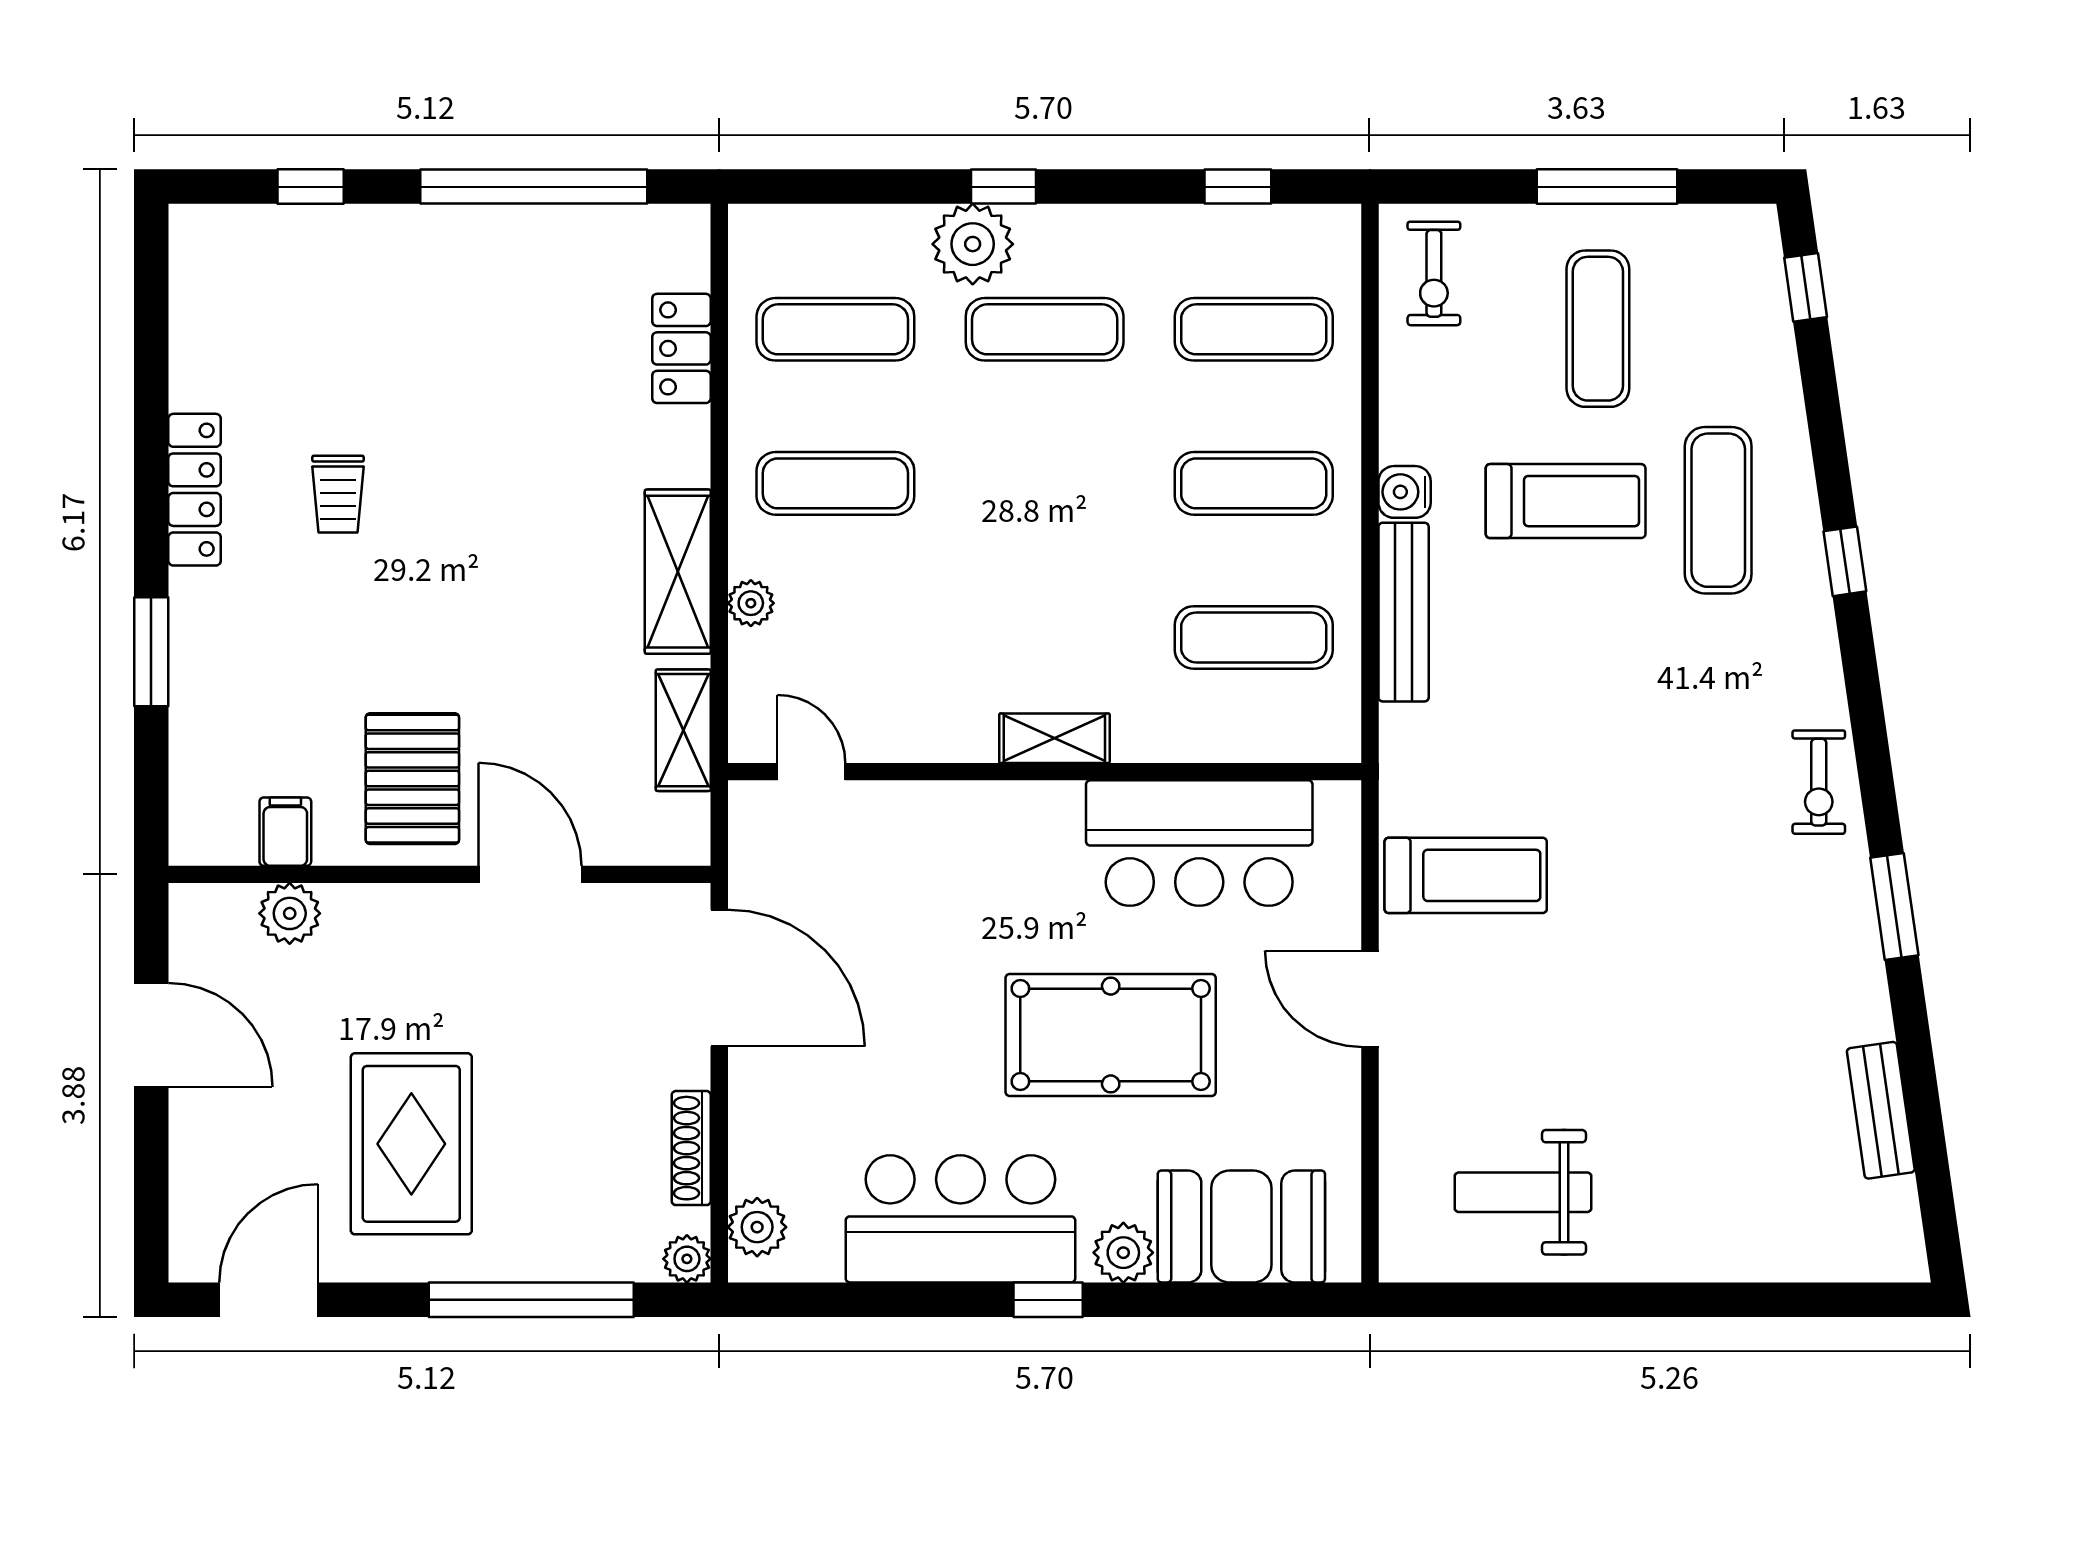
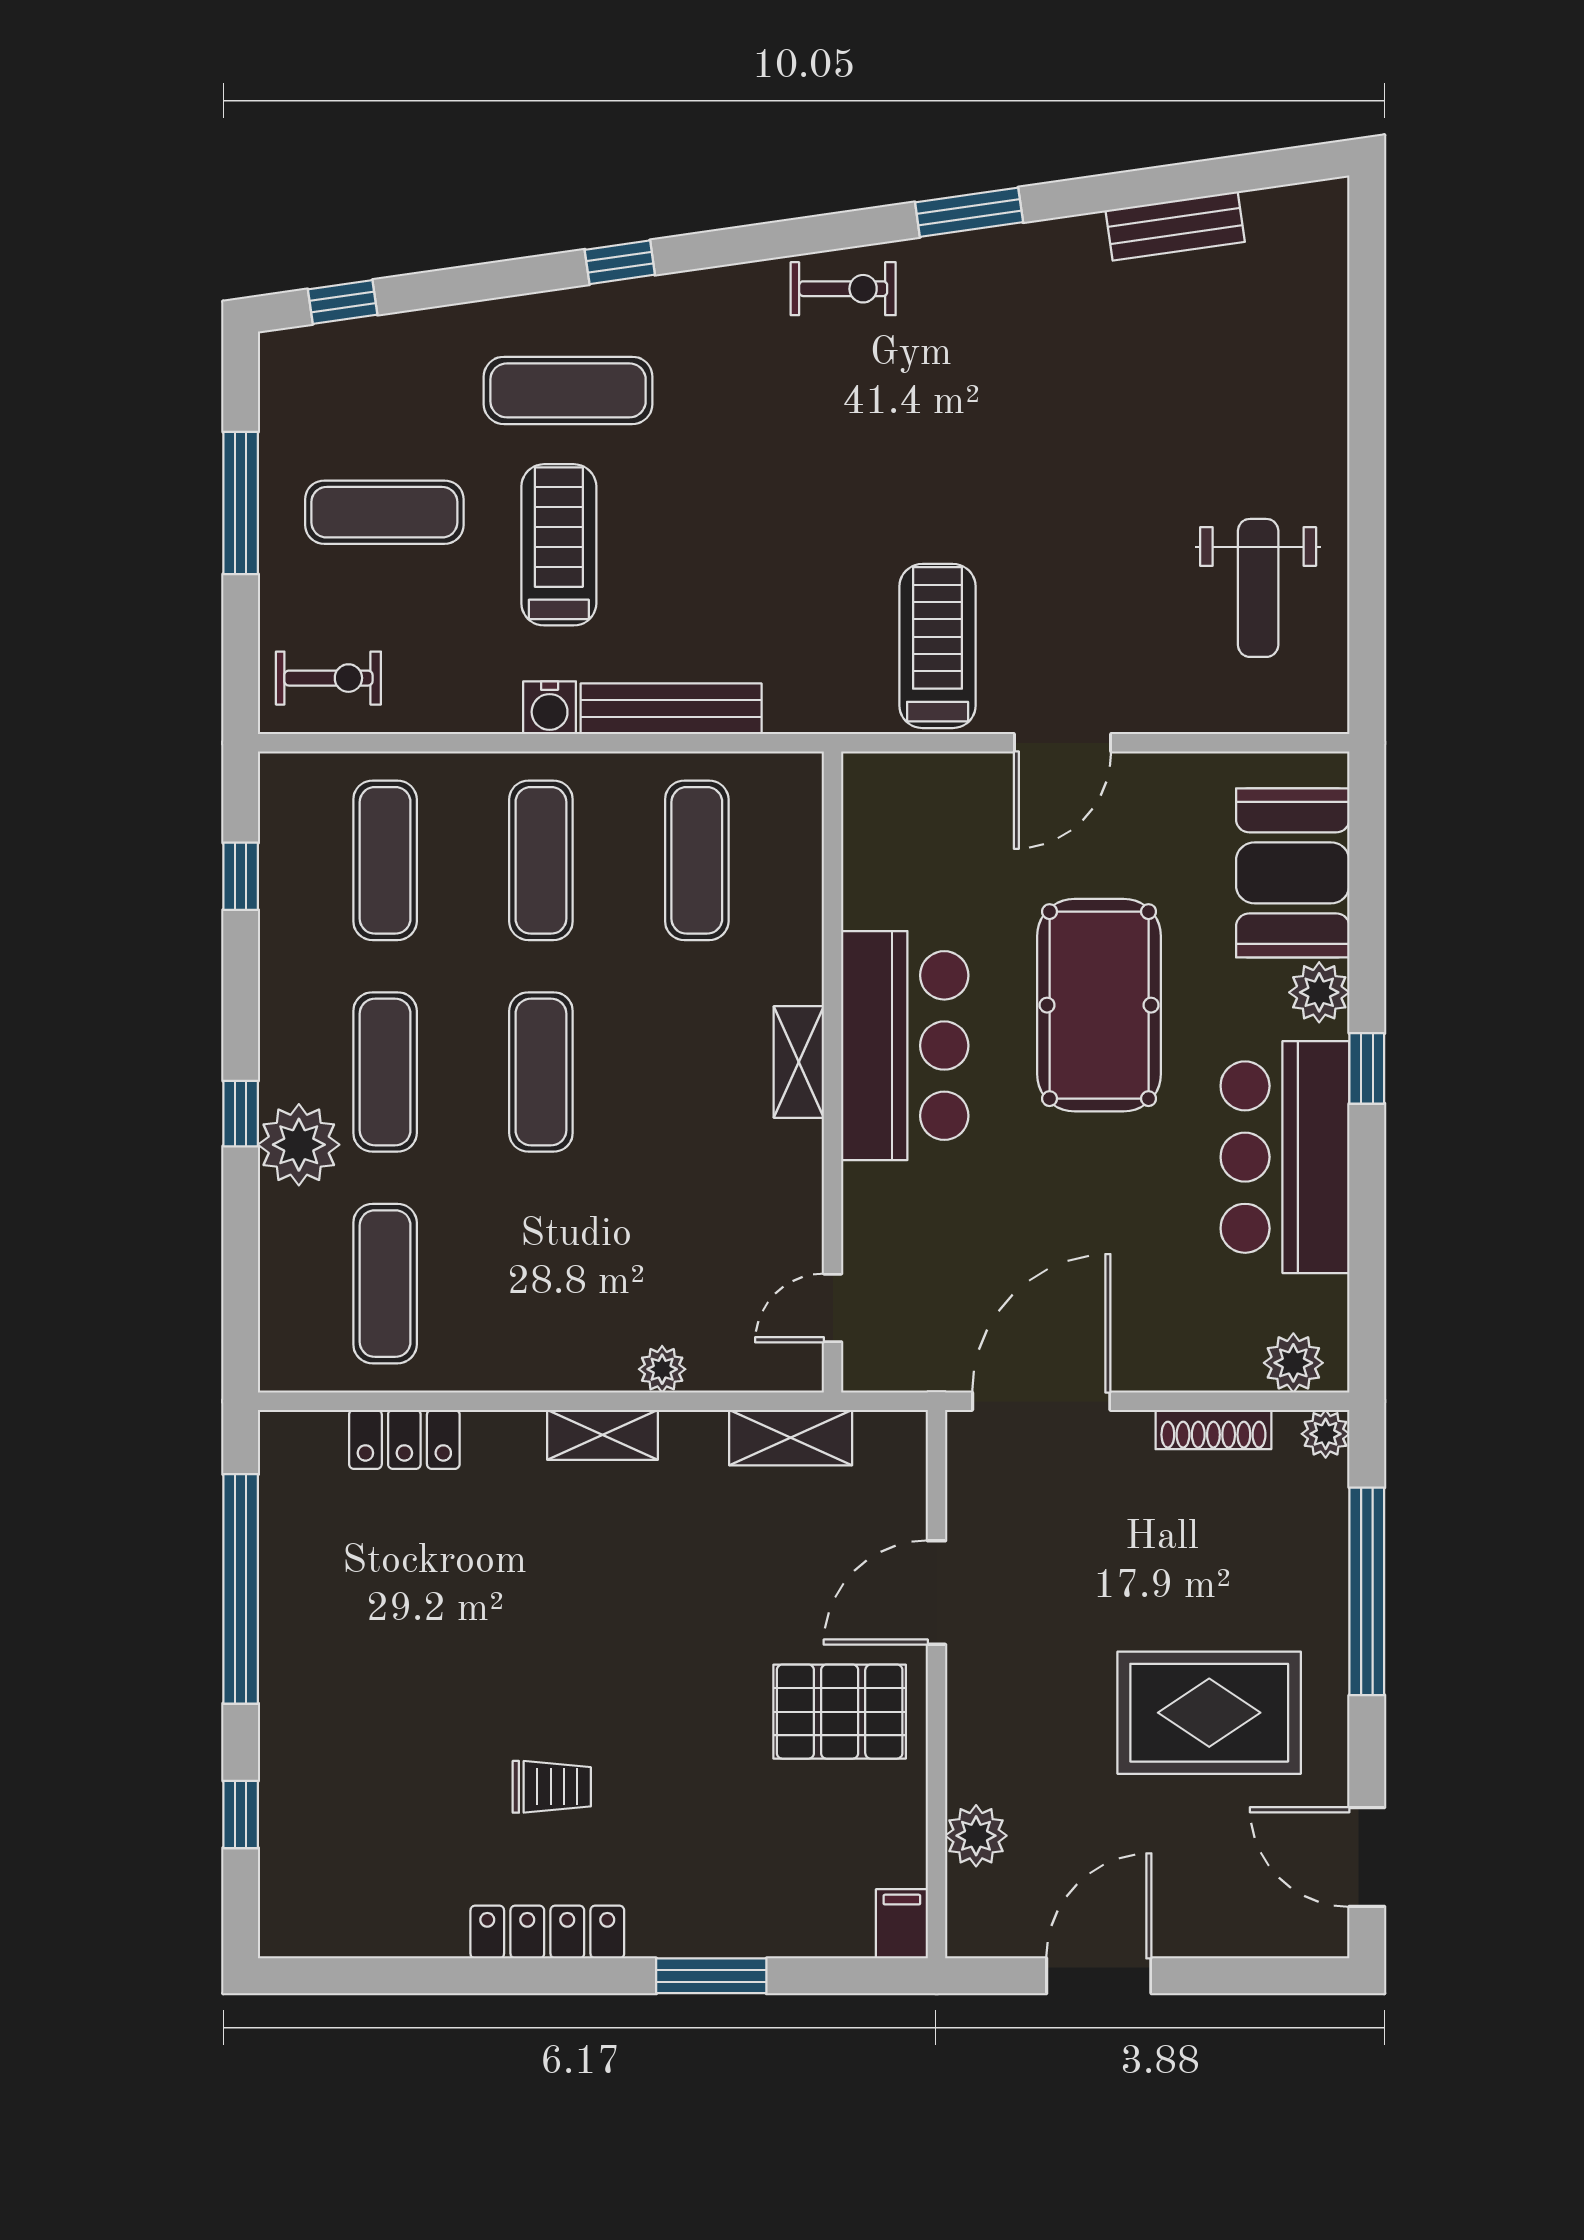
exercise mat: (835, 483) -> (541, 1072), moved
shelving: (678, 572) -> (602, 1435), width x0.67, depth x0.75
filing cabinet: (285, 832) -> (902, 1924), moved, turned 90
bar counter: (1199, 843) -> (905, 1046), moved

